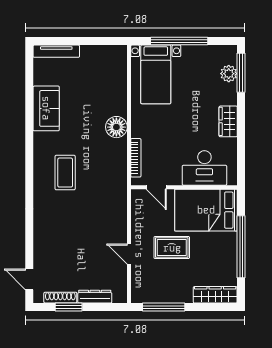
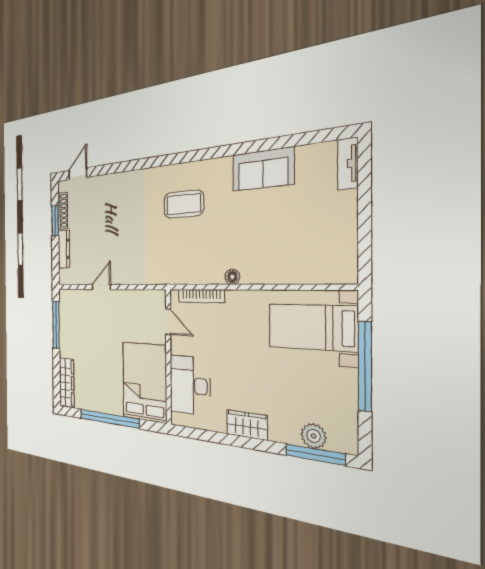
tv unit: (56, 51) -> (348, 164), width x0.71
floor lamp: (116, 127) -> (232, 277), width x0.53, depth x0.53
door: (156, 187) -> (168, 322), swing flipped
rug: (172, 248) -> (108, 337), removed

